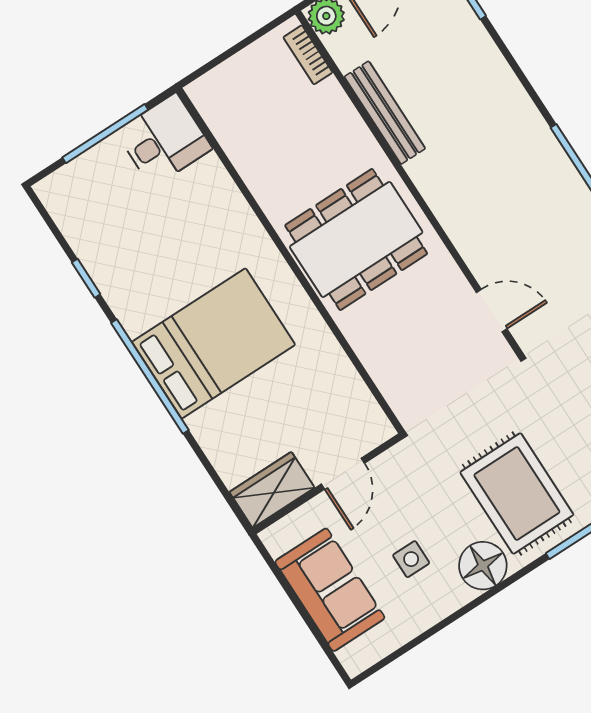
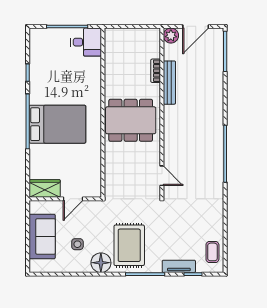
bookcase: (308, 55) -> (156, 71), moved

